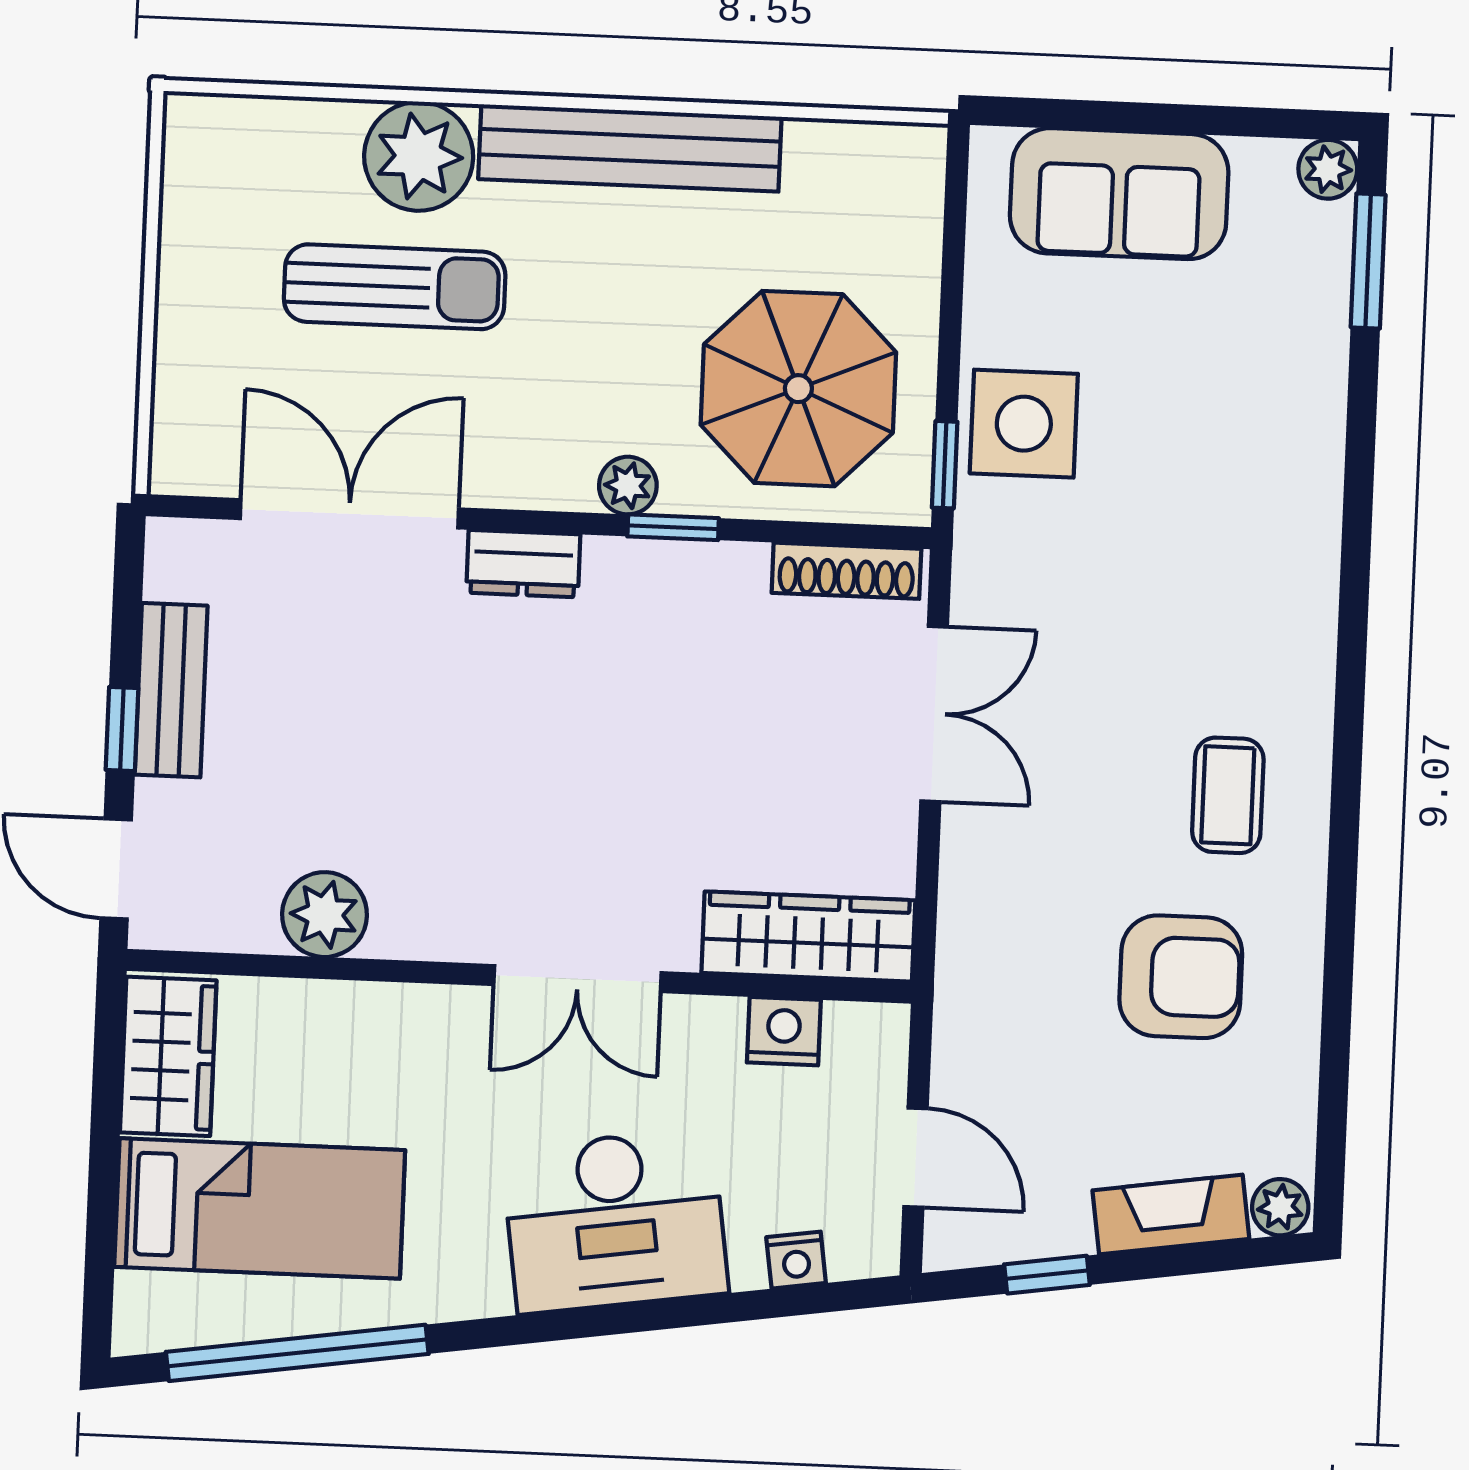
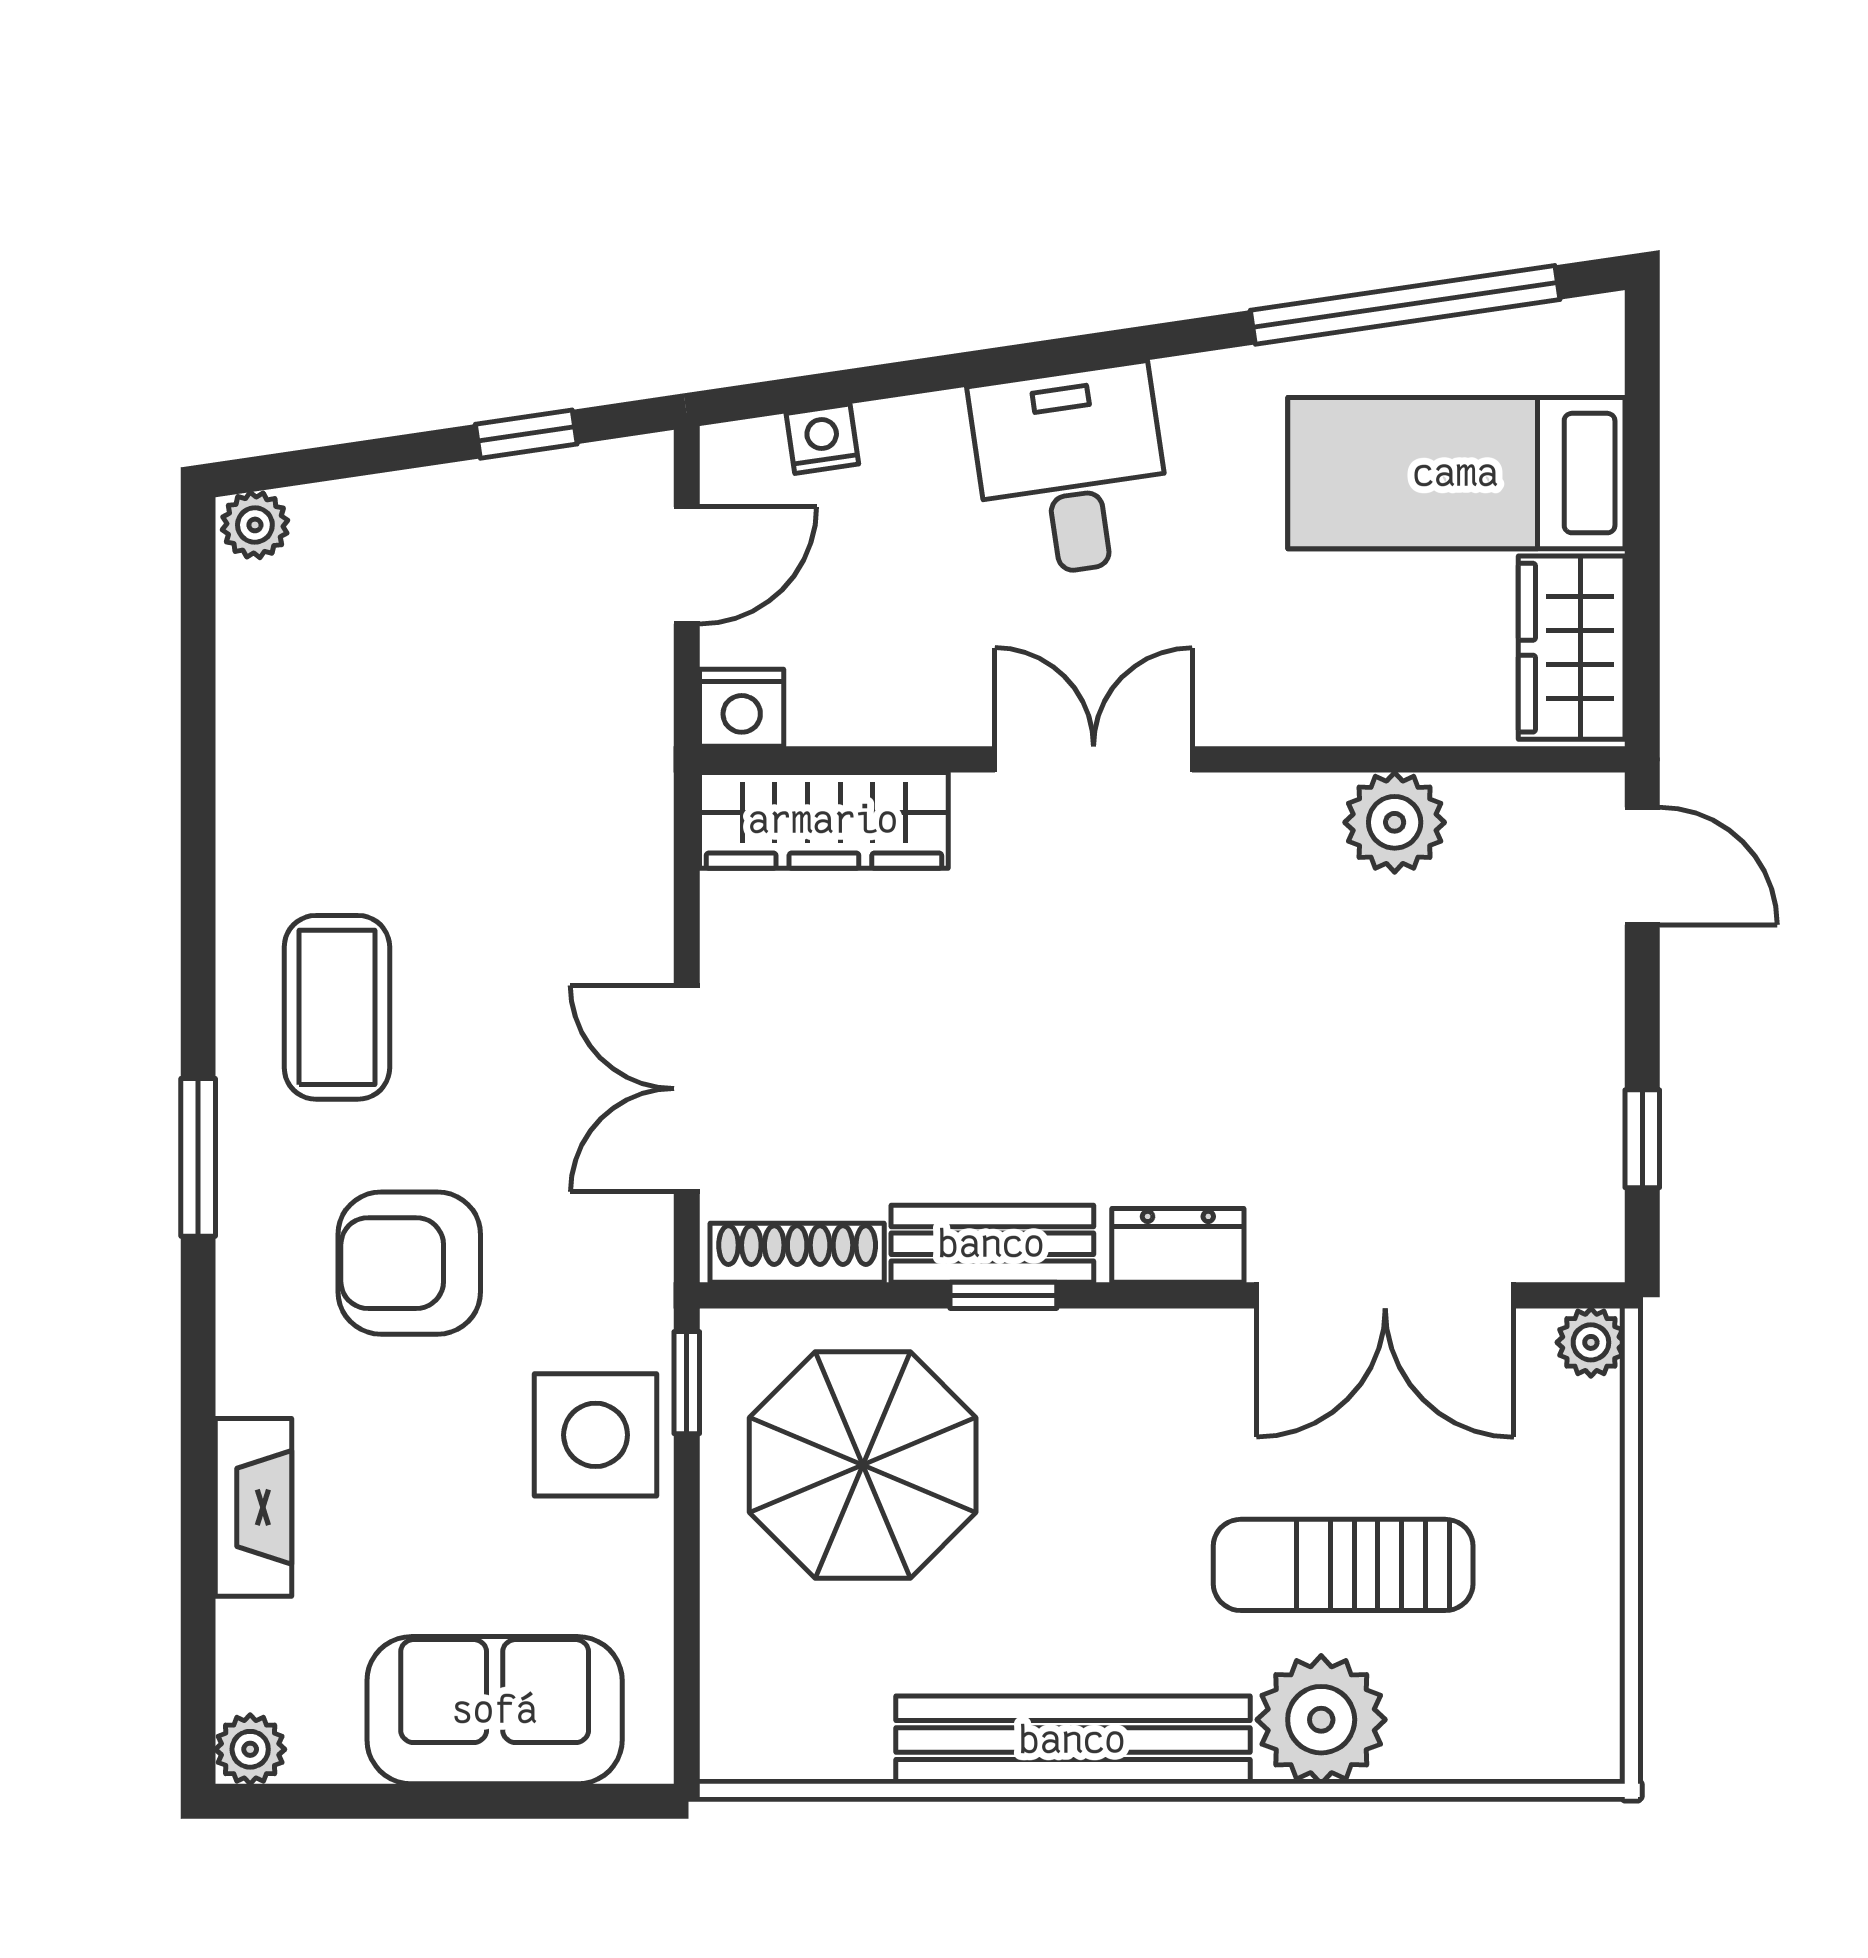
window: (1368, 261) -> (198, 1157), moved
plant: (628, 486) -> (1591, 1342), moved
bench: (171, 690) -> (992, 1244), moved, turned 90
window: (122, 729) -> (1642, 1139), moved
coffee table: (1228, 795) -> (337, 1007), width x1.36, depth x1.30
armchair: (1181, 977) -> (409, 1263), moved
nightstand: (784, 1031) -> (742, 708), moved
door: (916, 1158) -> (687, 565), swing flipped
fireplace: (1171, 1215) -> (253, 1507), moved, turned -82
desk: (615, 1221) -> (1071, 471), width x0.73

